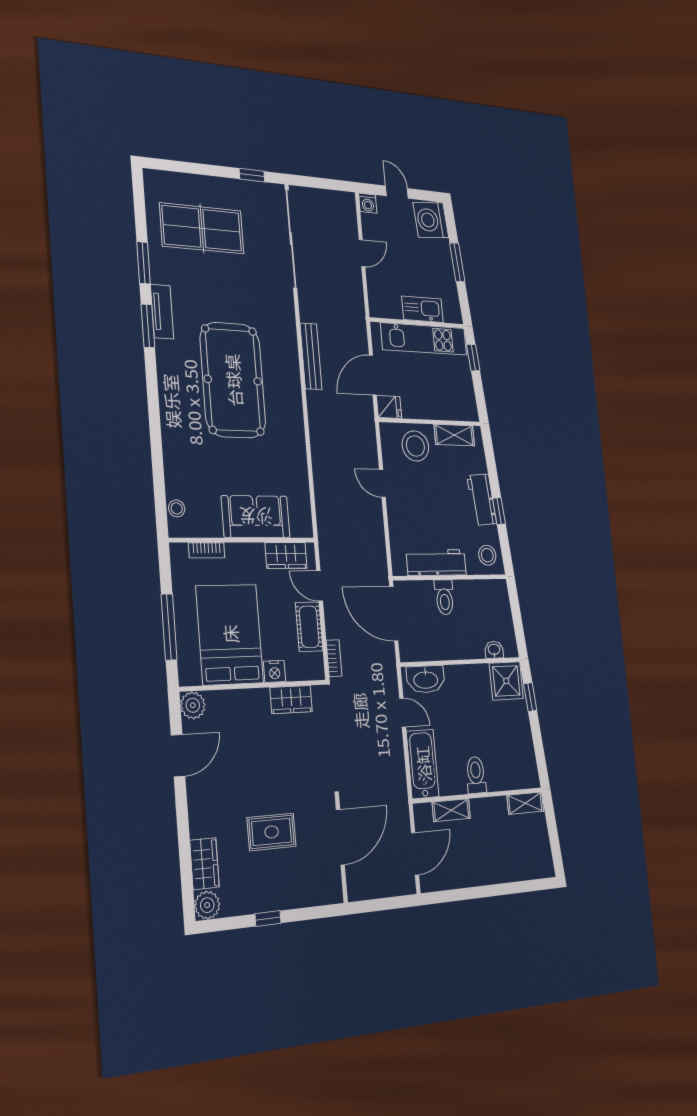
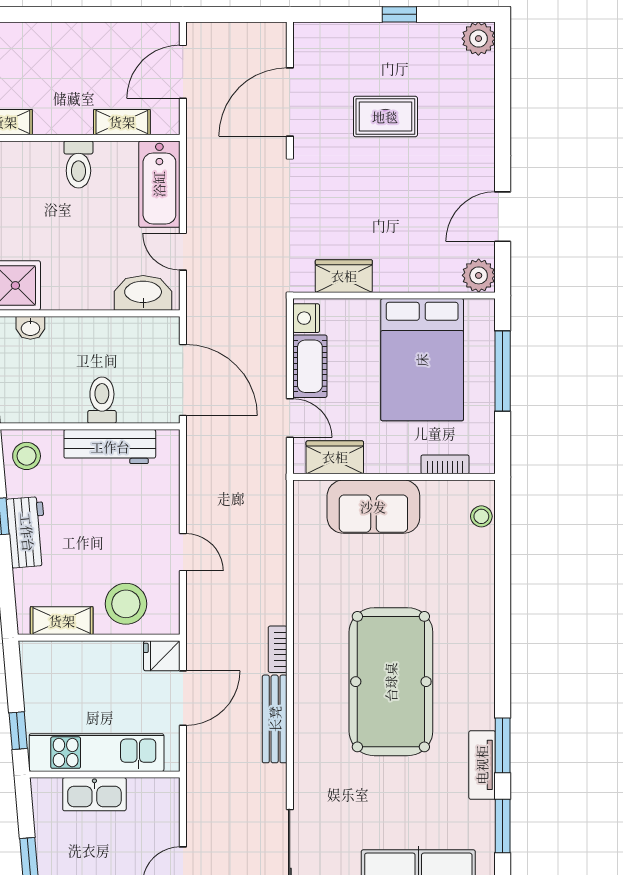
bookcase: (334, 658) -> (278, 649), moved
nightstand: (275, 672) -> (306, 318), moved, turned -90
wardrobe: (204, 864) -> (478, 87), removed

